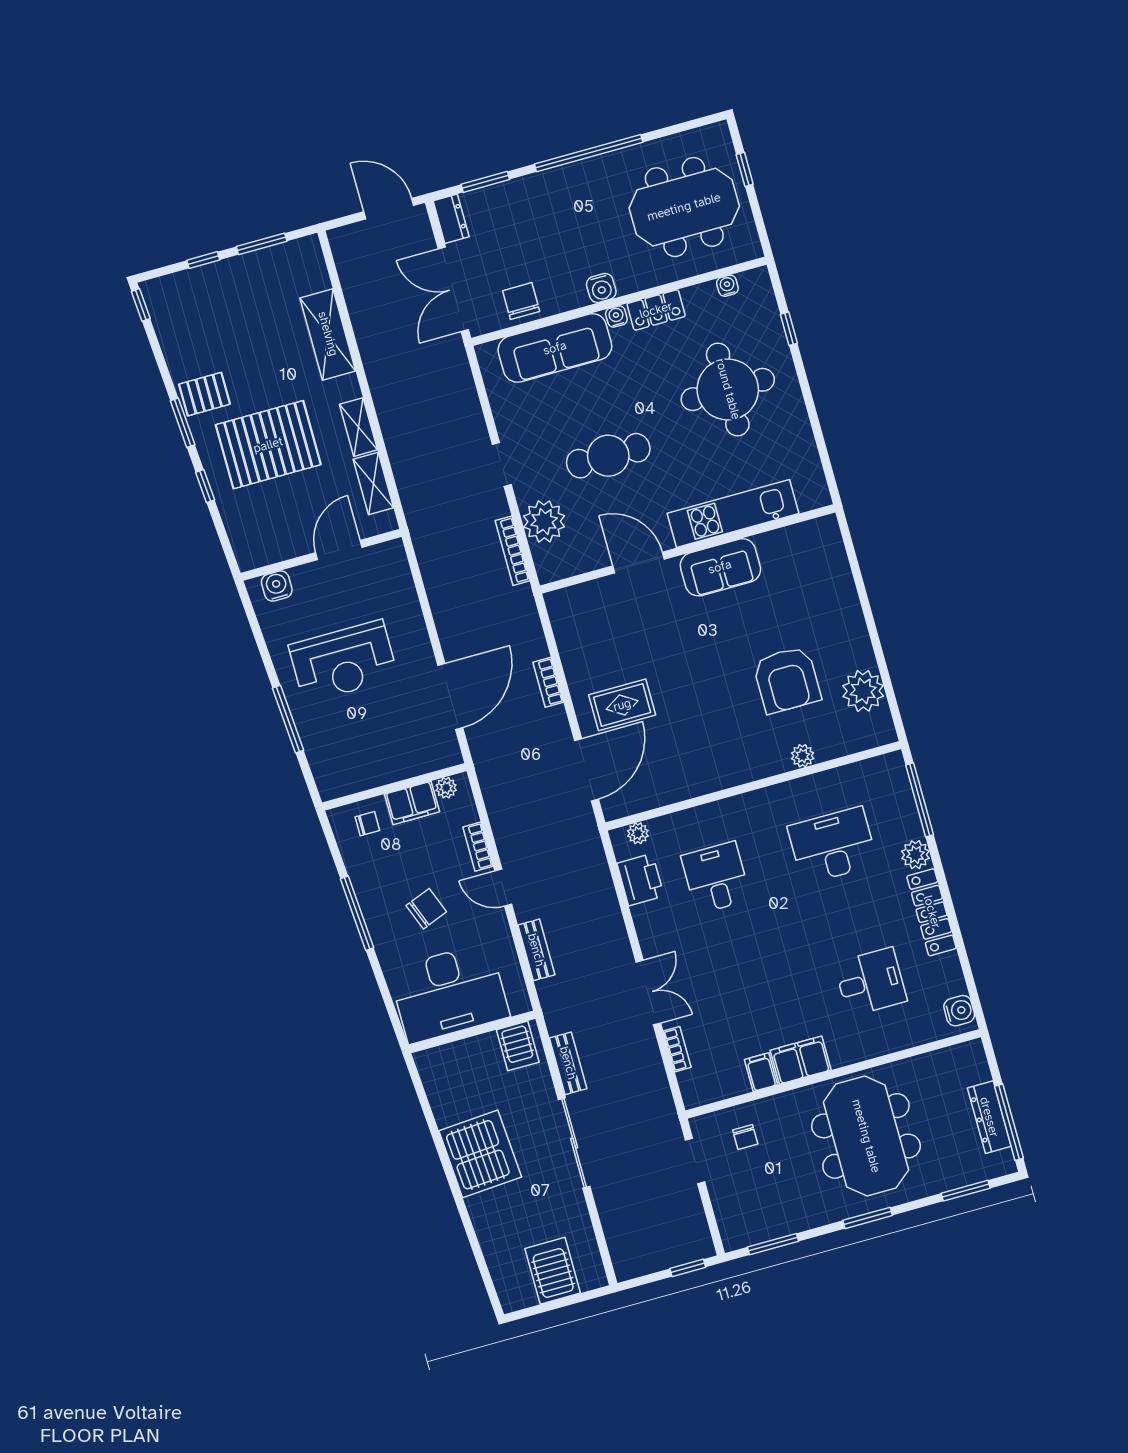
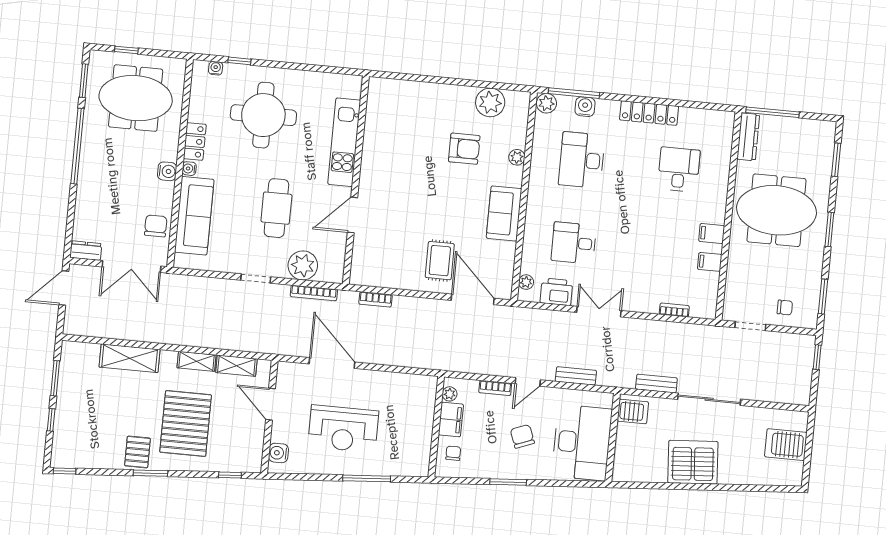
window: (485, 182) -> (84, 81), moved
meeting table: (684, 207) -> (136, 98), turned 90
water cooler: (727, 286) -> (216, 68), moved, turned 90
chair: (521, 301) -> (156, 226), turned 90
window: (205, 486) -> (230, 475), moved
sofa: (720, 567) -> (504, 213), moved, turned 180
reception desk: (343, 662) -> (343, 429), turned 90
armchair: (787, 680) -> (464, 149), width x0.73, depth x0.73
bookcase: (548, 682) -> (376, 299), moved
door: (450, 696) -> (332, 363), moved
plant: (915, 855) -> (546, 103), moved
window: (357, 913) -> (508, 482), width x0.69
double door: (648, 992) -> (599, 312), moved
water cooler: (959, 1011) -> (585, 107), moved
filing cabinet: (801, 1060) -> (712, 233), width x0.50
dresser: (989, 1117) -> (748, 137), moved, turned -90
window: (1009, 1122) -> (772, 112), moved
chair: (745, 1137) -> (785, 307), moved

